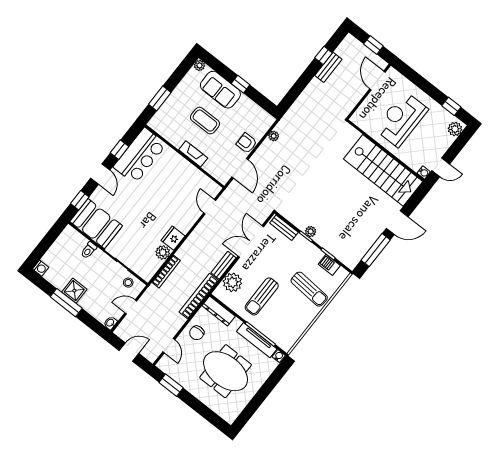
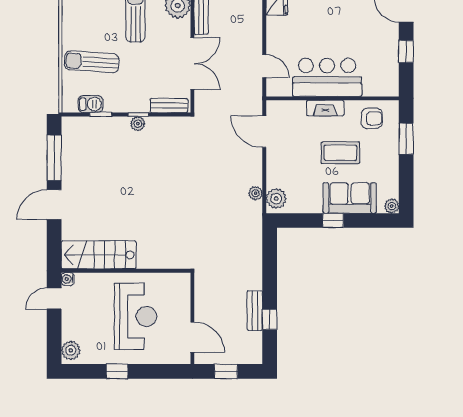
window: (451, 106) -> (117, 371), moved
plant: (264, 123) -> (276, 199), added
armchair: (247, 143) -> (372, 118), moved
bar counter: (140, 156) -> (327, 77), moved, turned 90
stairs: (383, 170) -> (99, 255), width x0.73, depth x0.66

